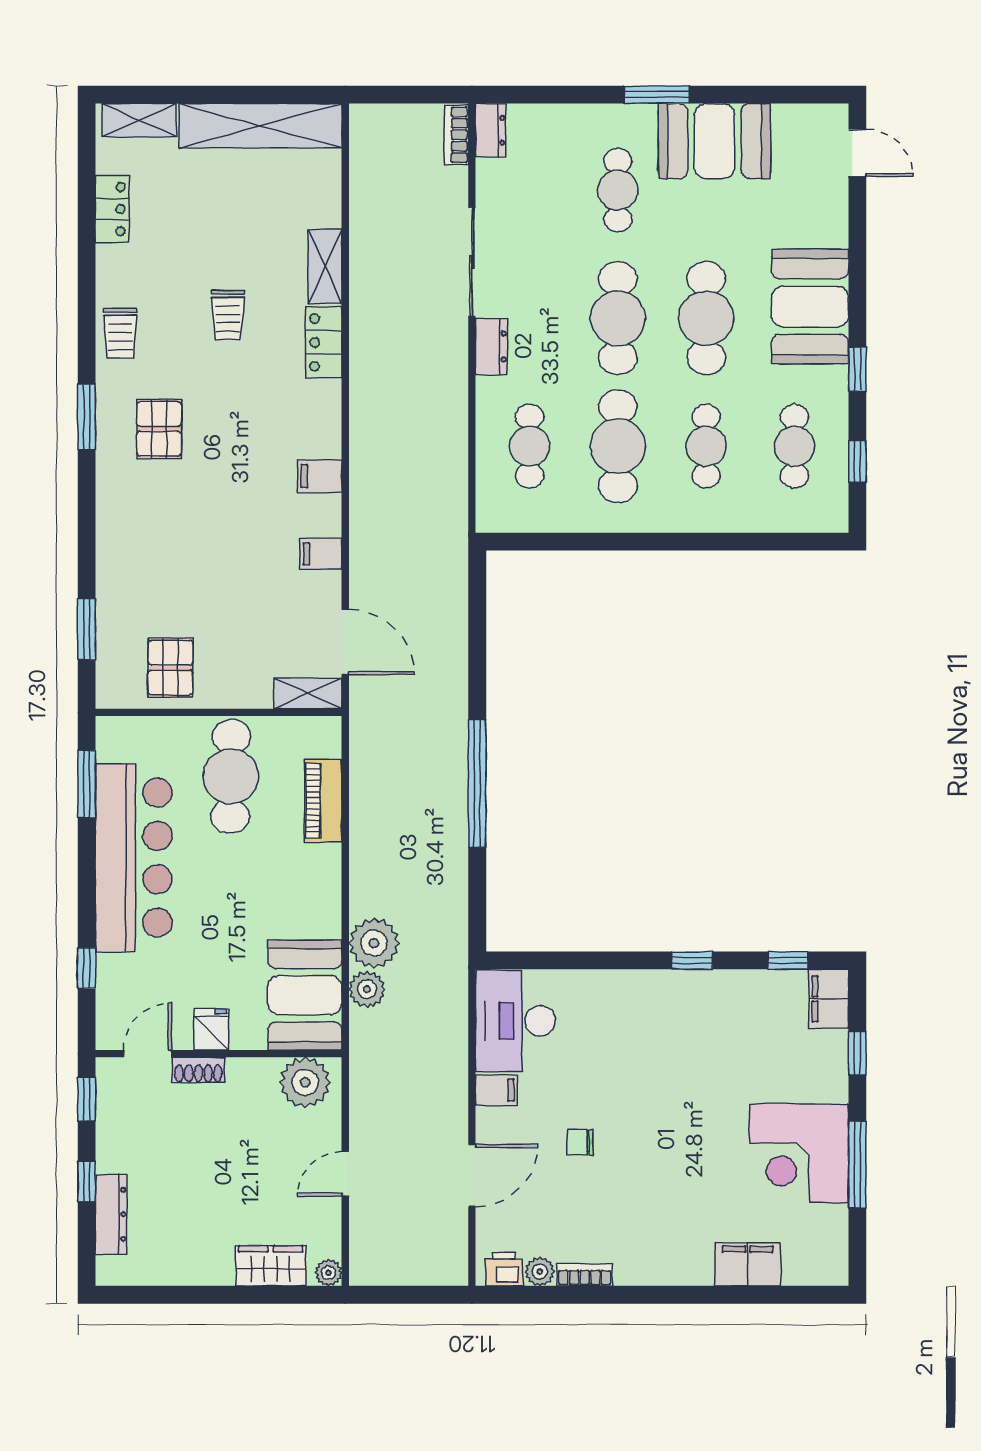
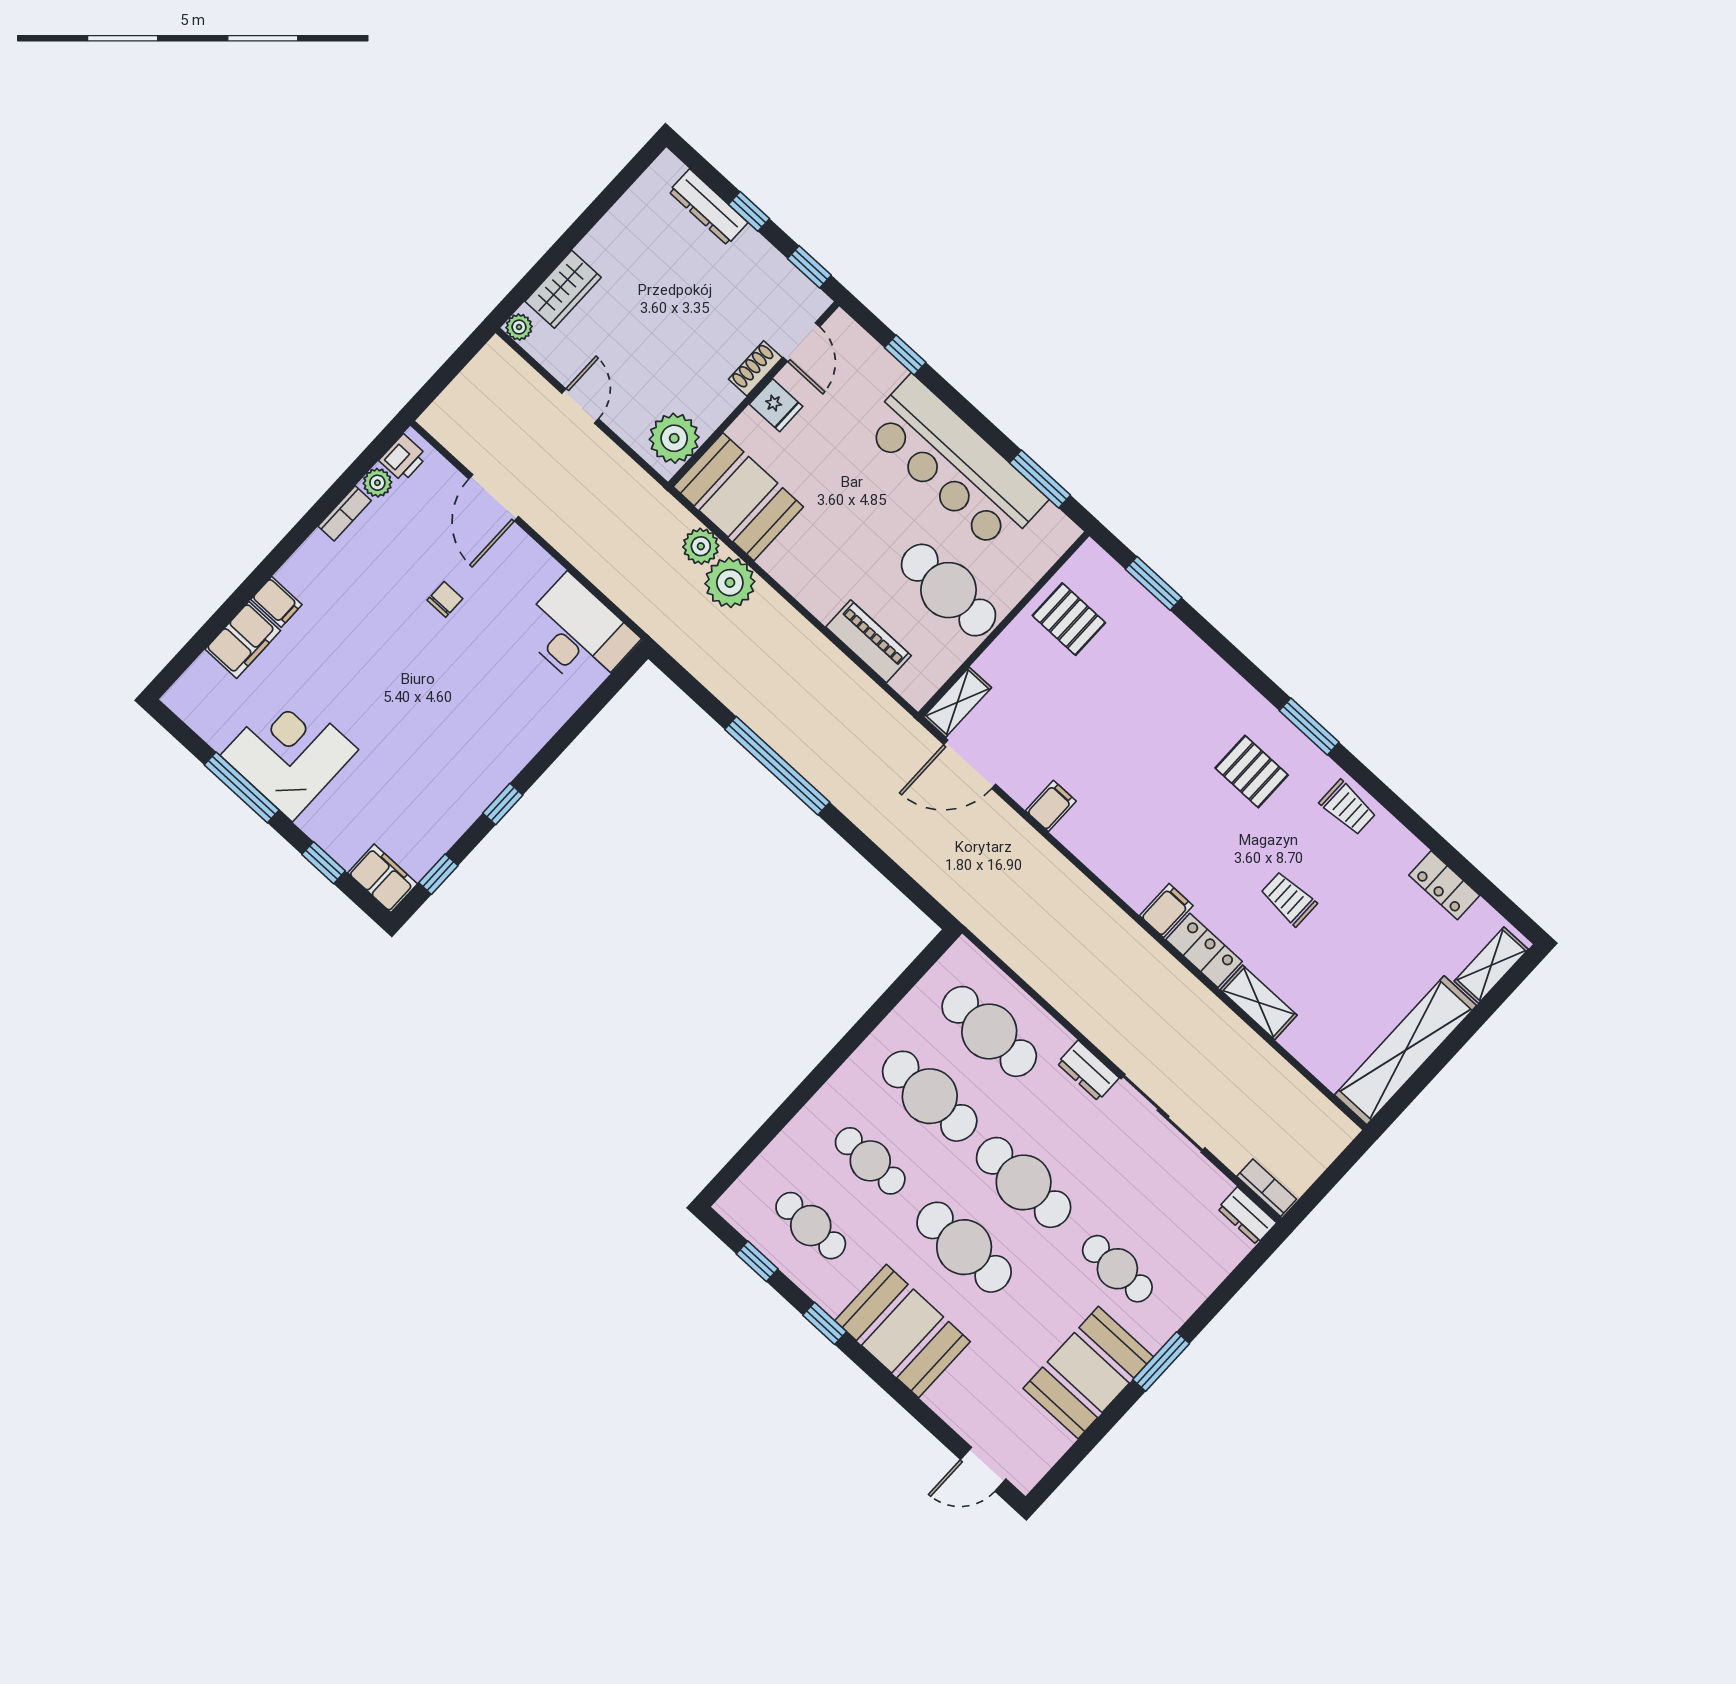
trolley: (120, 333) -> (1348, 808), turned 180
cafe table: (530, 446) -> (989, 1031), width x1.37, depth x1.35
filing cabinet: (320, 476) -> (1166, 911), moved
filing cabinet: (496, 1090) -> (276, 602), moved, turned -90

